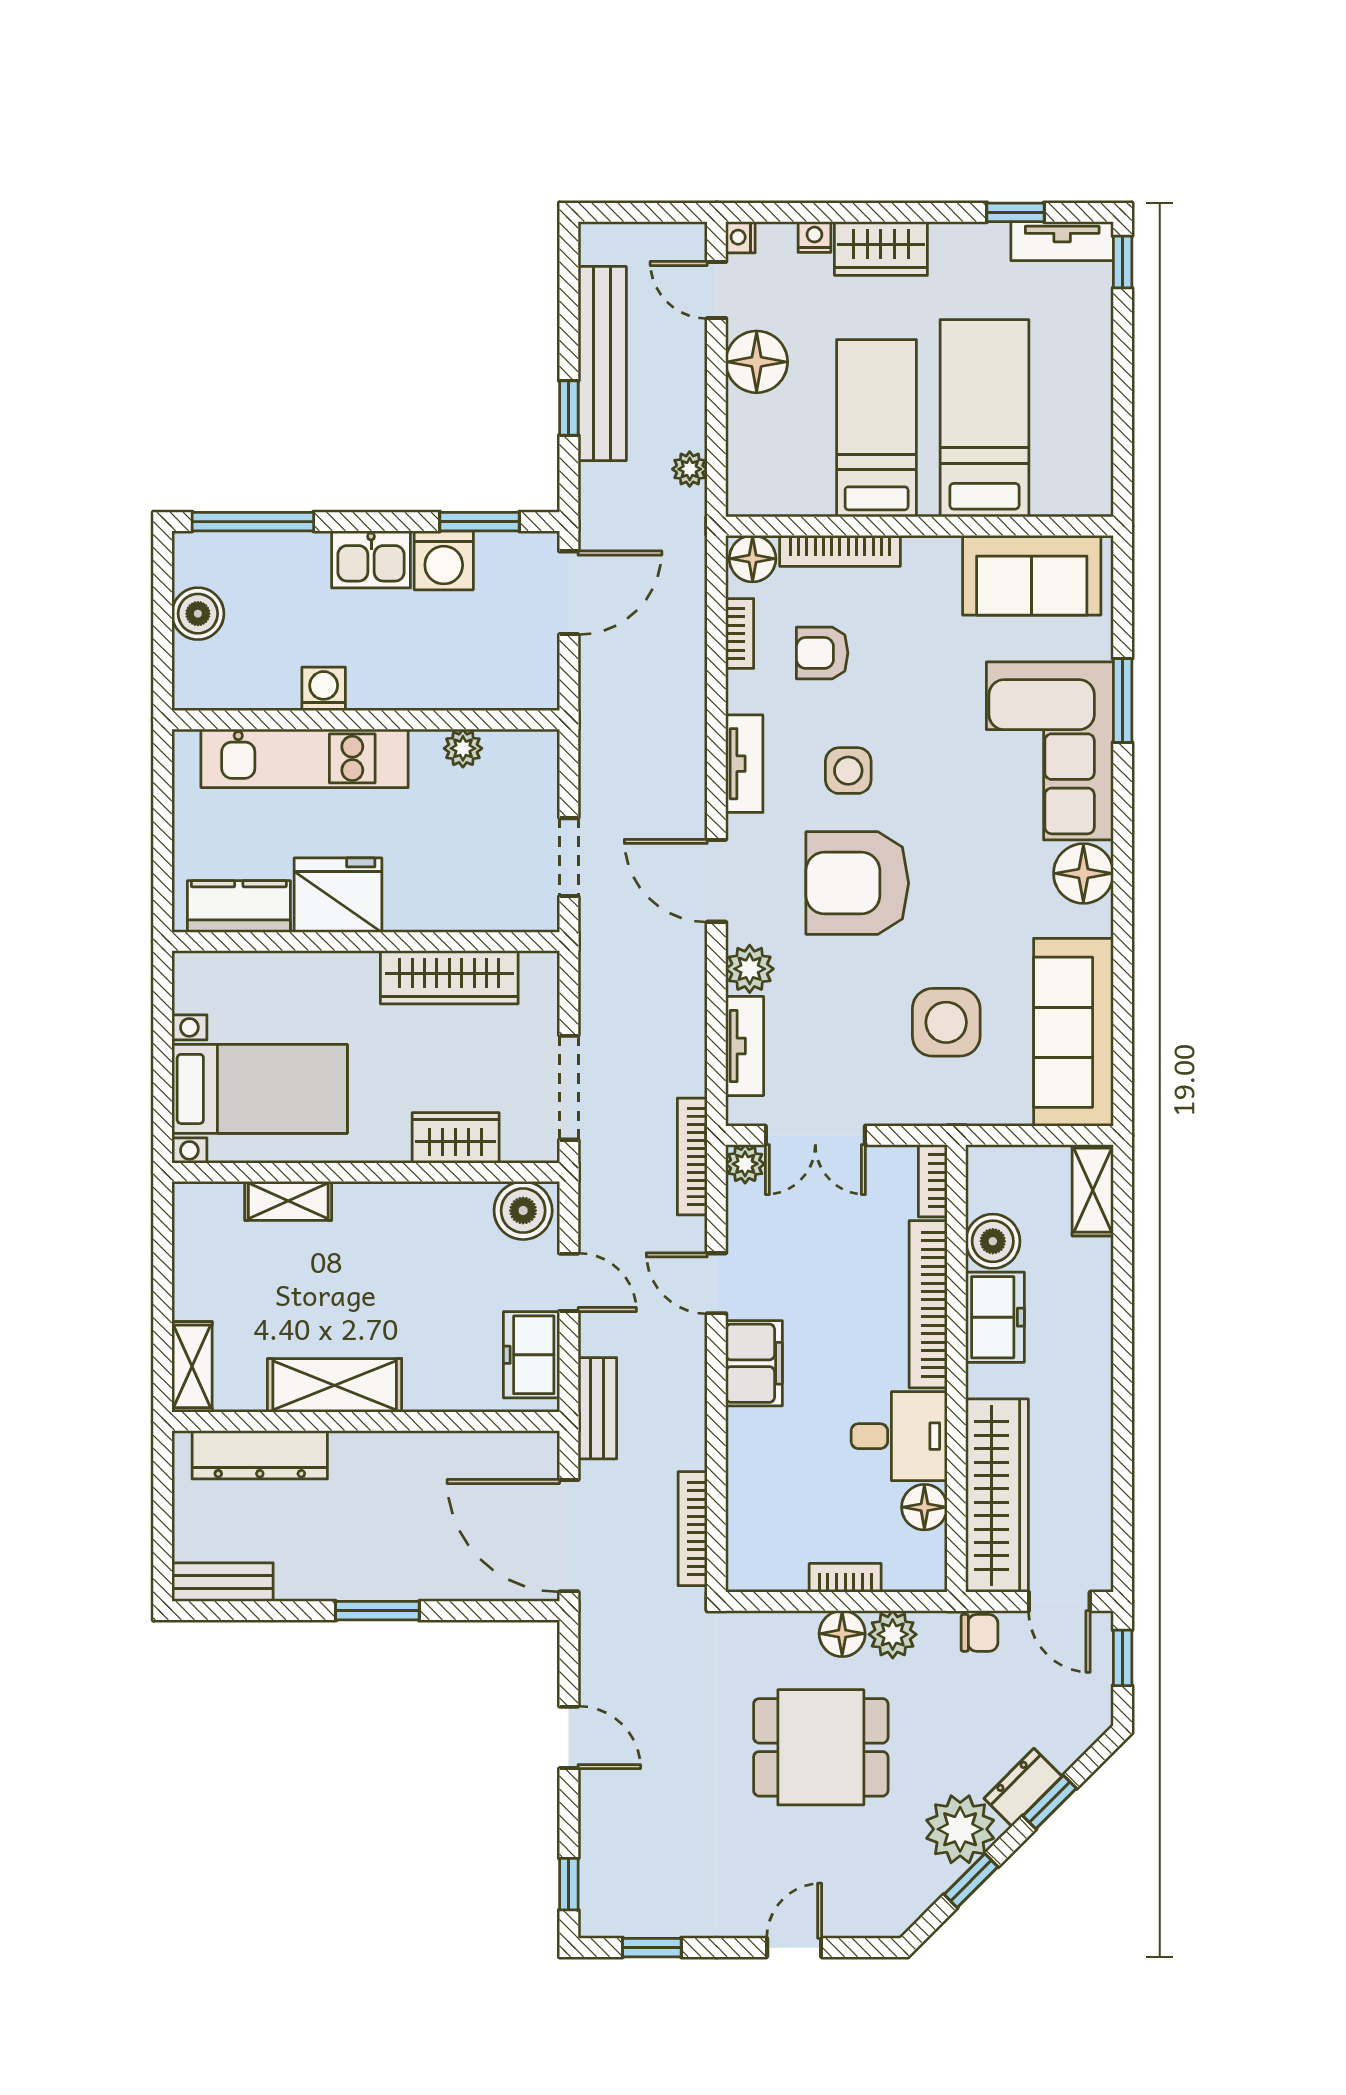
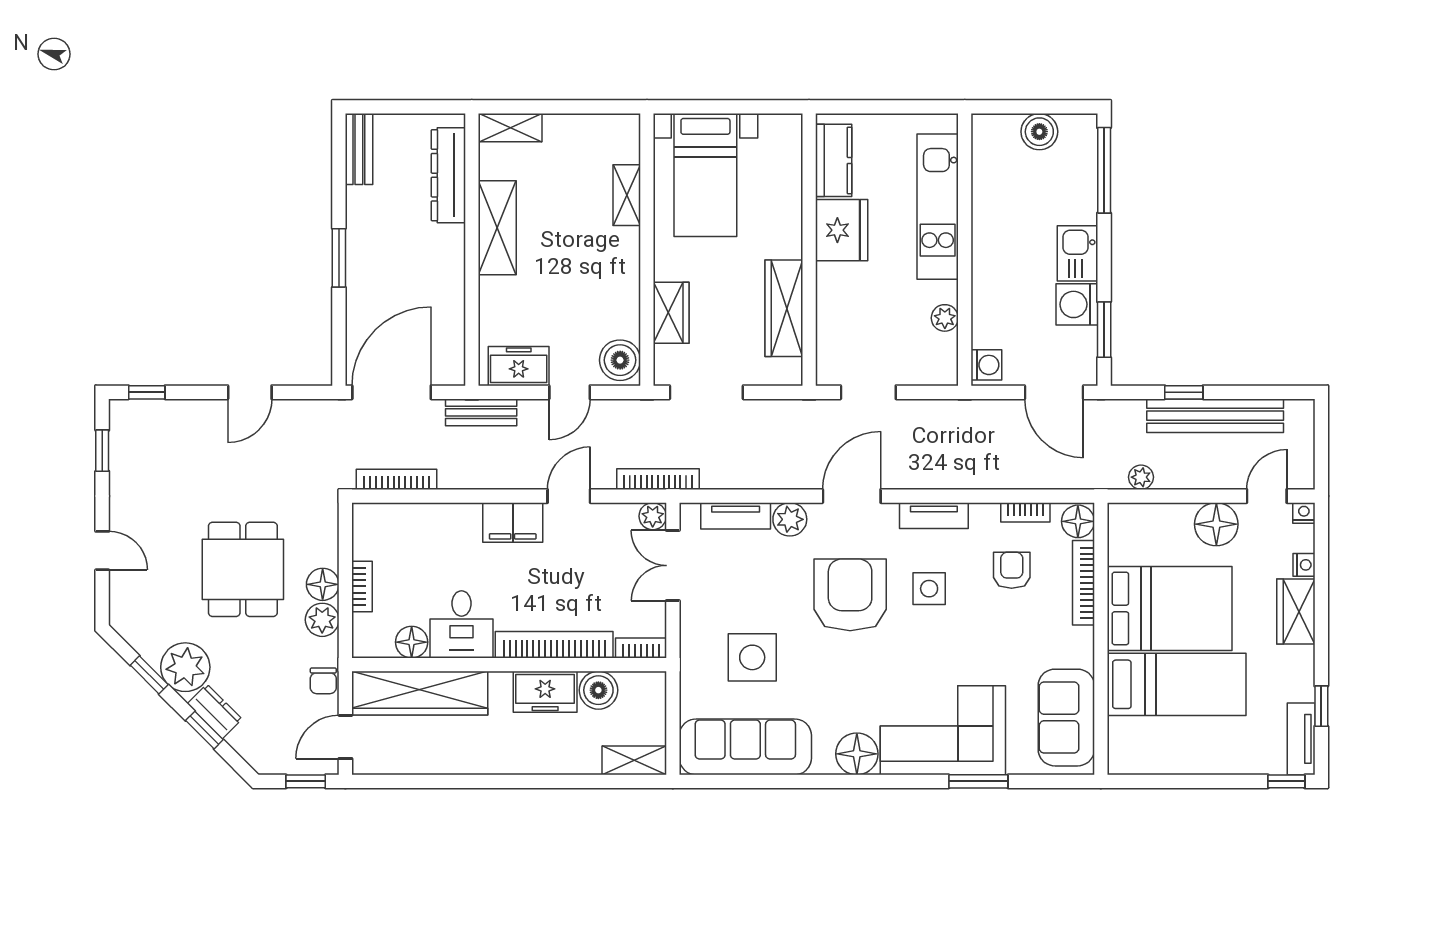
bed: (877, 428) -> (1170, 608), width x1.50
washing machine: (324, 689) -> (986, 365), moved

